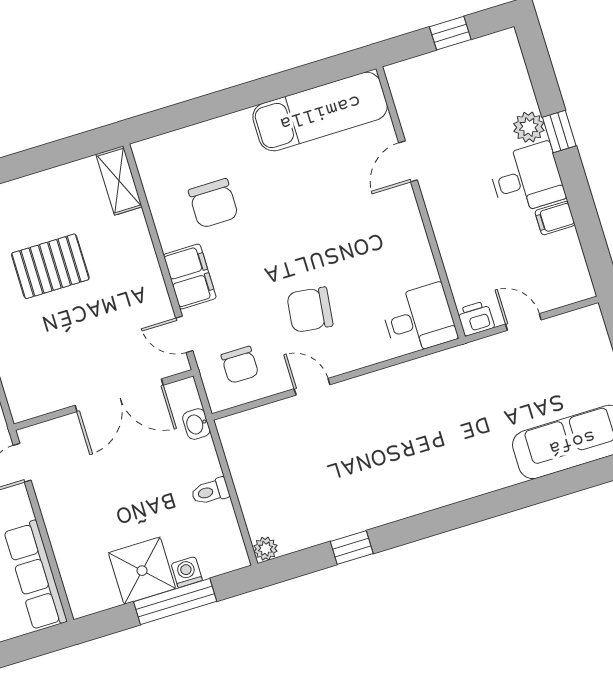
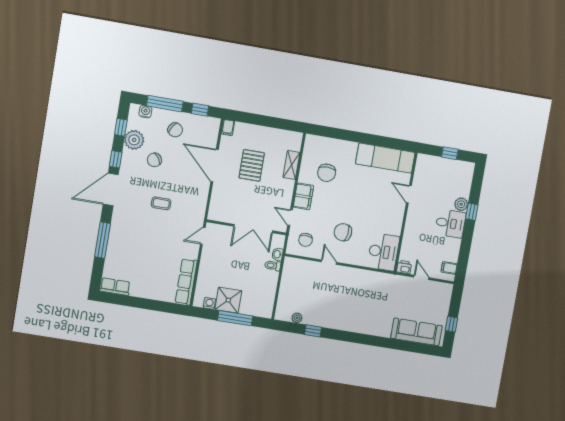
door: (408, 161) -> (409, 194), hinge flipped
shelving: (119, 181) -> (291, 165), moved
filing cabinet: (555, 218) -> (449, 268), moved
pallet: (50, 266) -> (252, 165), turned 90
desk: (419, 319) -> (383, 252), width x1.37
toilet: (210, 491) -> (273, 266), moved
plant: (265, 549) -> (297, 318), moved
washing machine: (187, 572) -> (209, 303), moved

